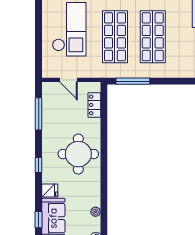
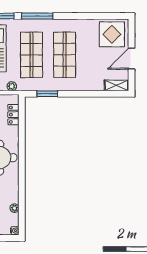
plant: (93, 73) -> (12, 86), added
window: (133, 81) -> (47, 94), width x0.69

